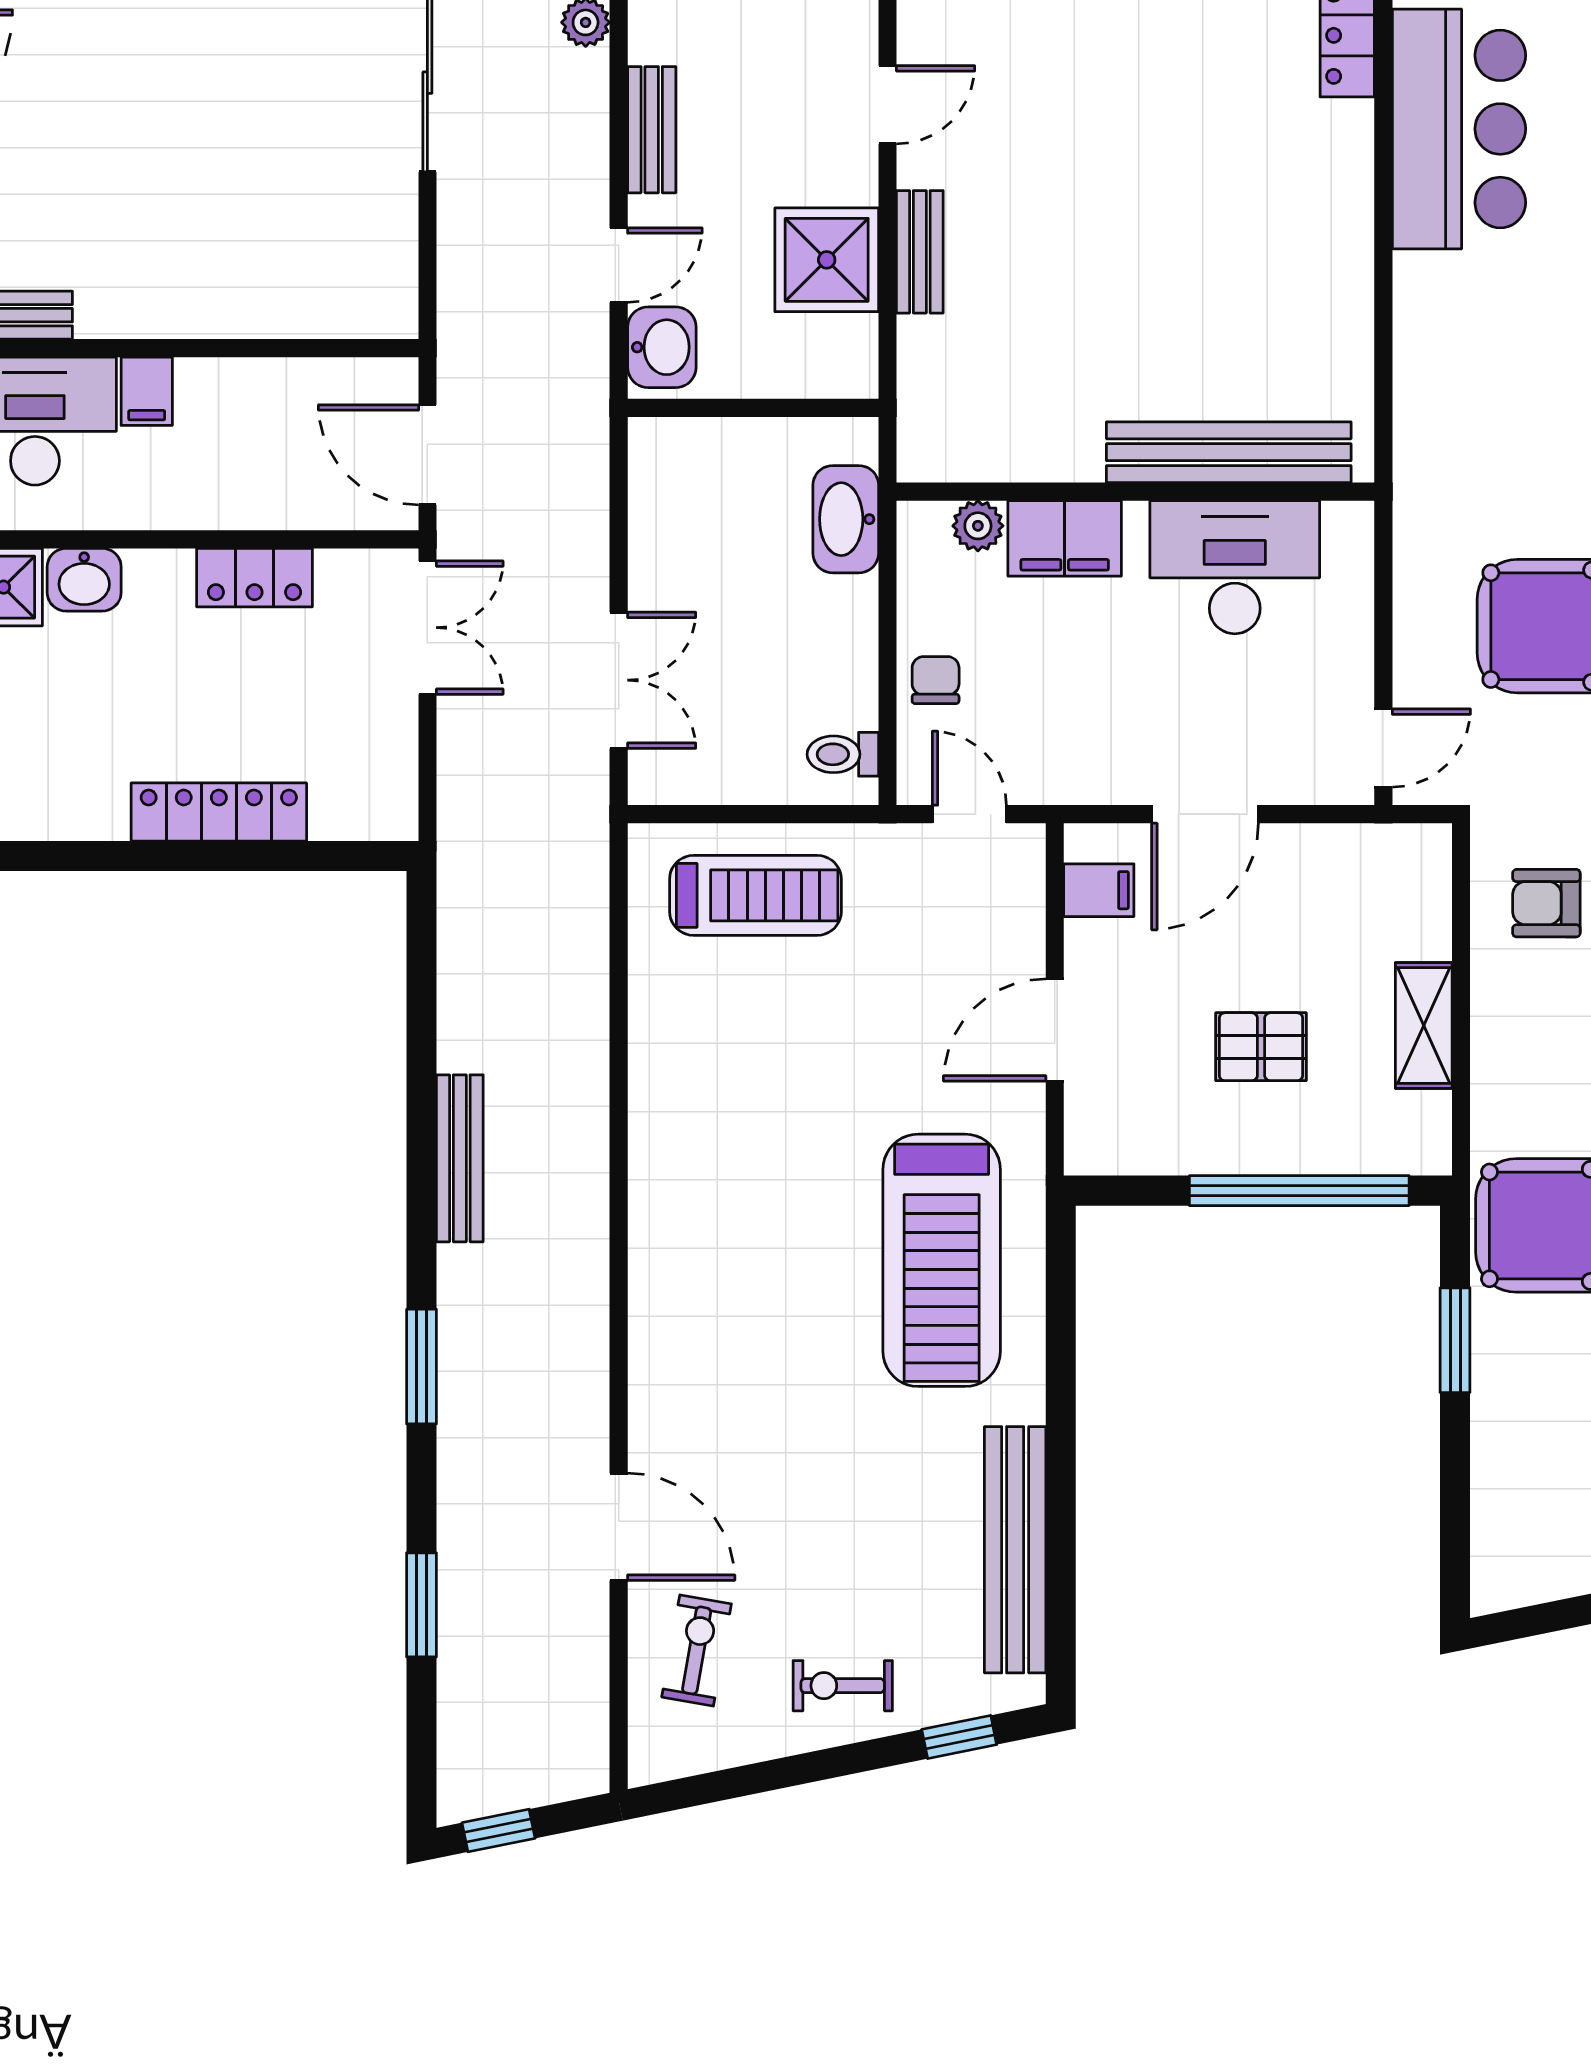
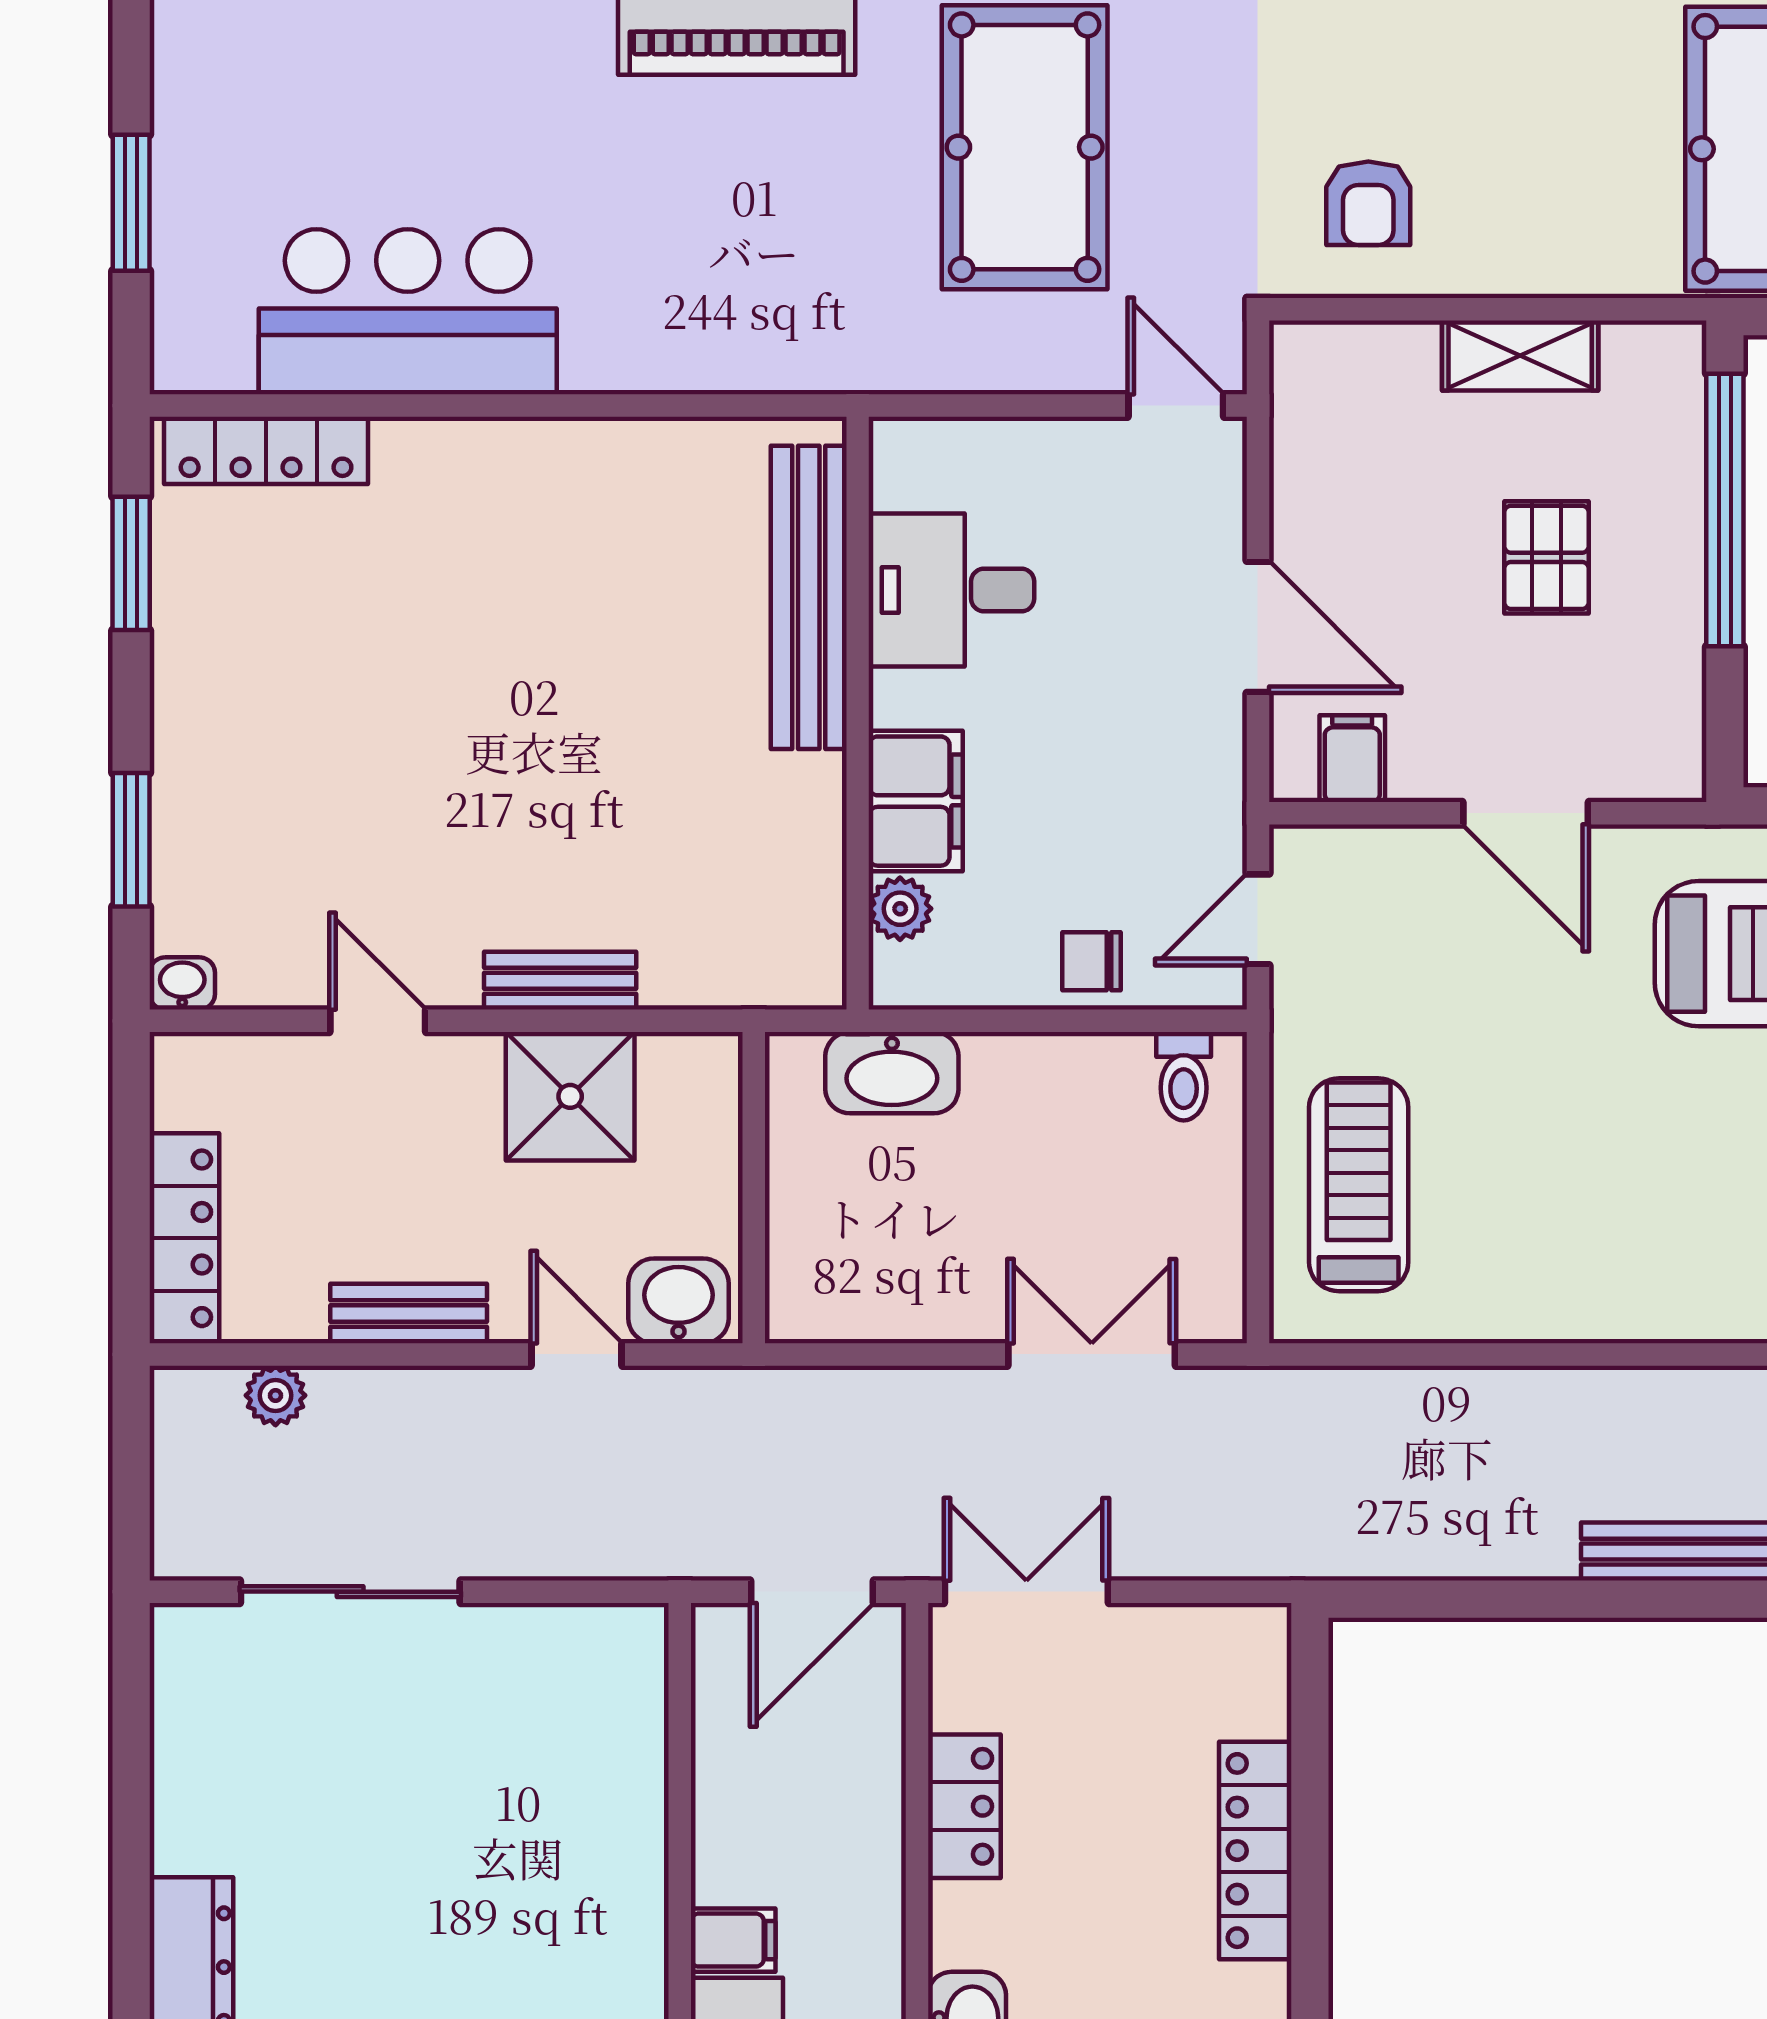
desk: (1235, 567) -> (951, 590), width x0.73

